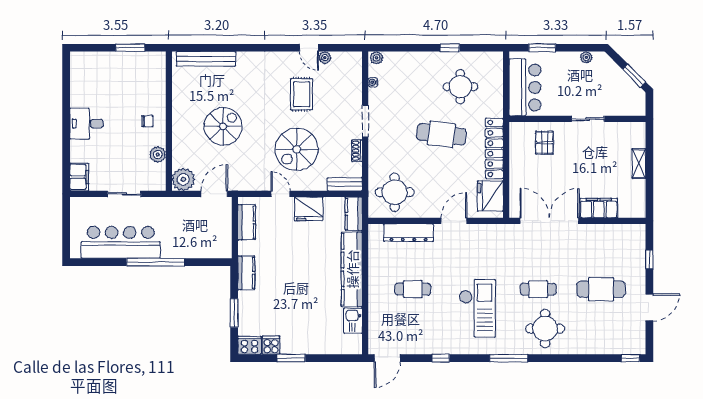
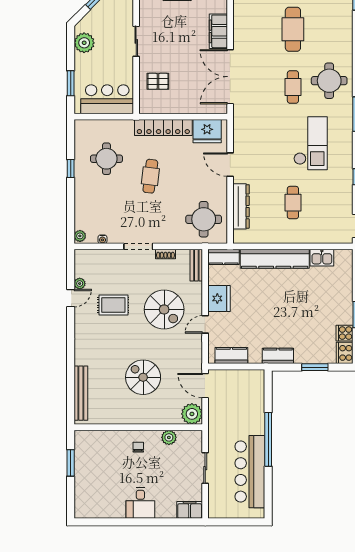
plant: (586, 57) -> (84, 43), width x1.88, depth x1.88
cafe table: (441, 134) -> (150, 176), width x0.73, depth x0.74
checkout: (477, 308) -> (311, 143), turned 90

